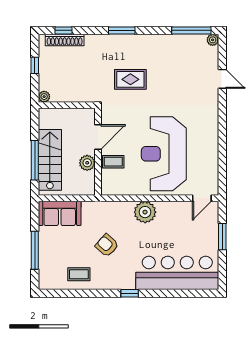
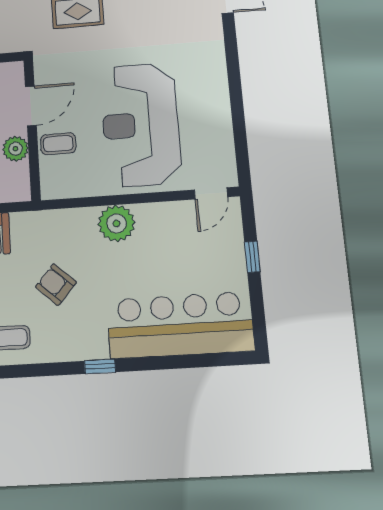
window: (222, 237) -> (252, 257), width x0.67

